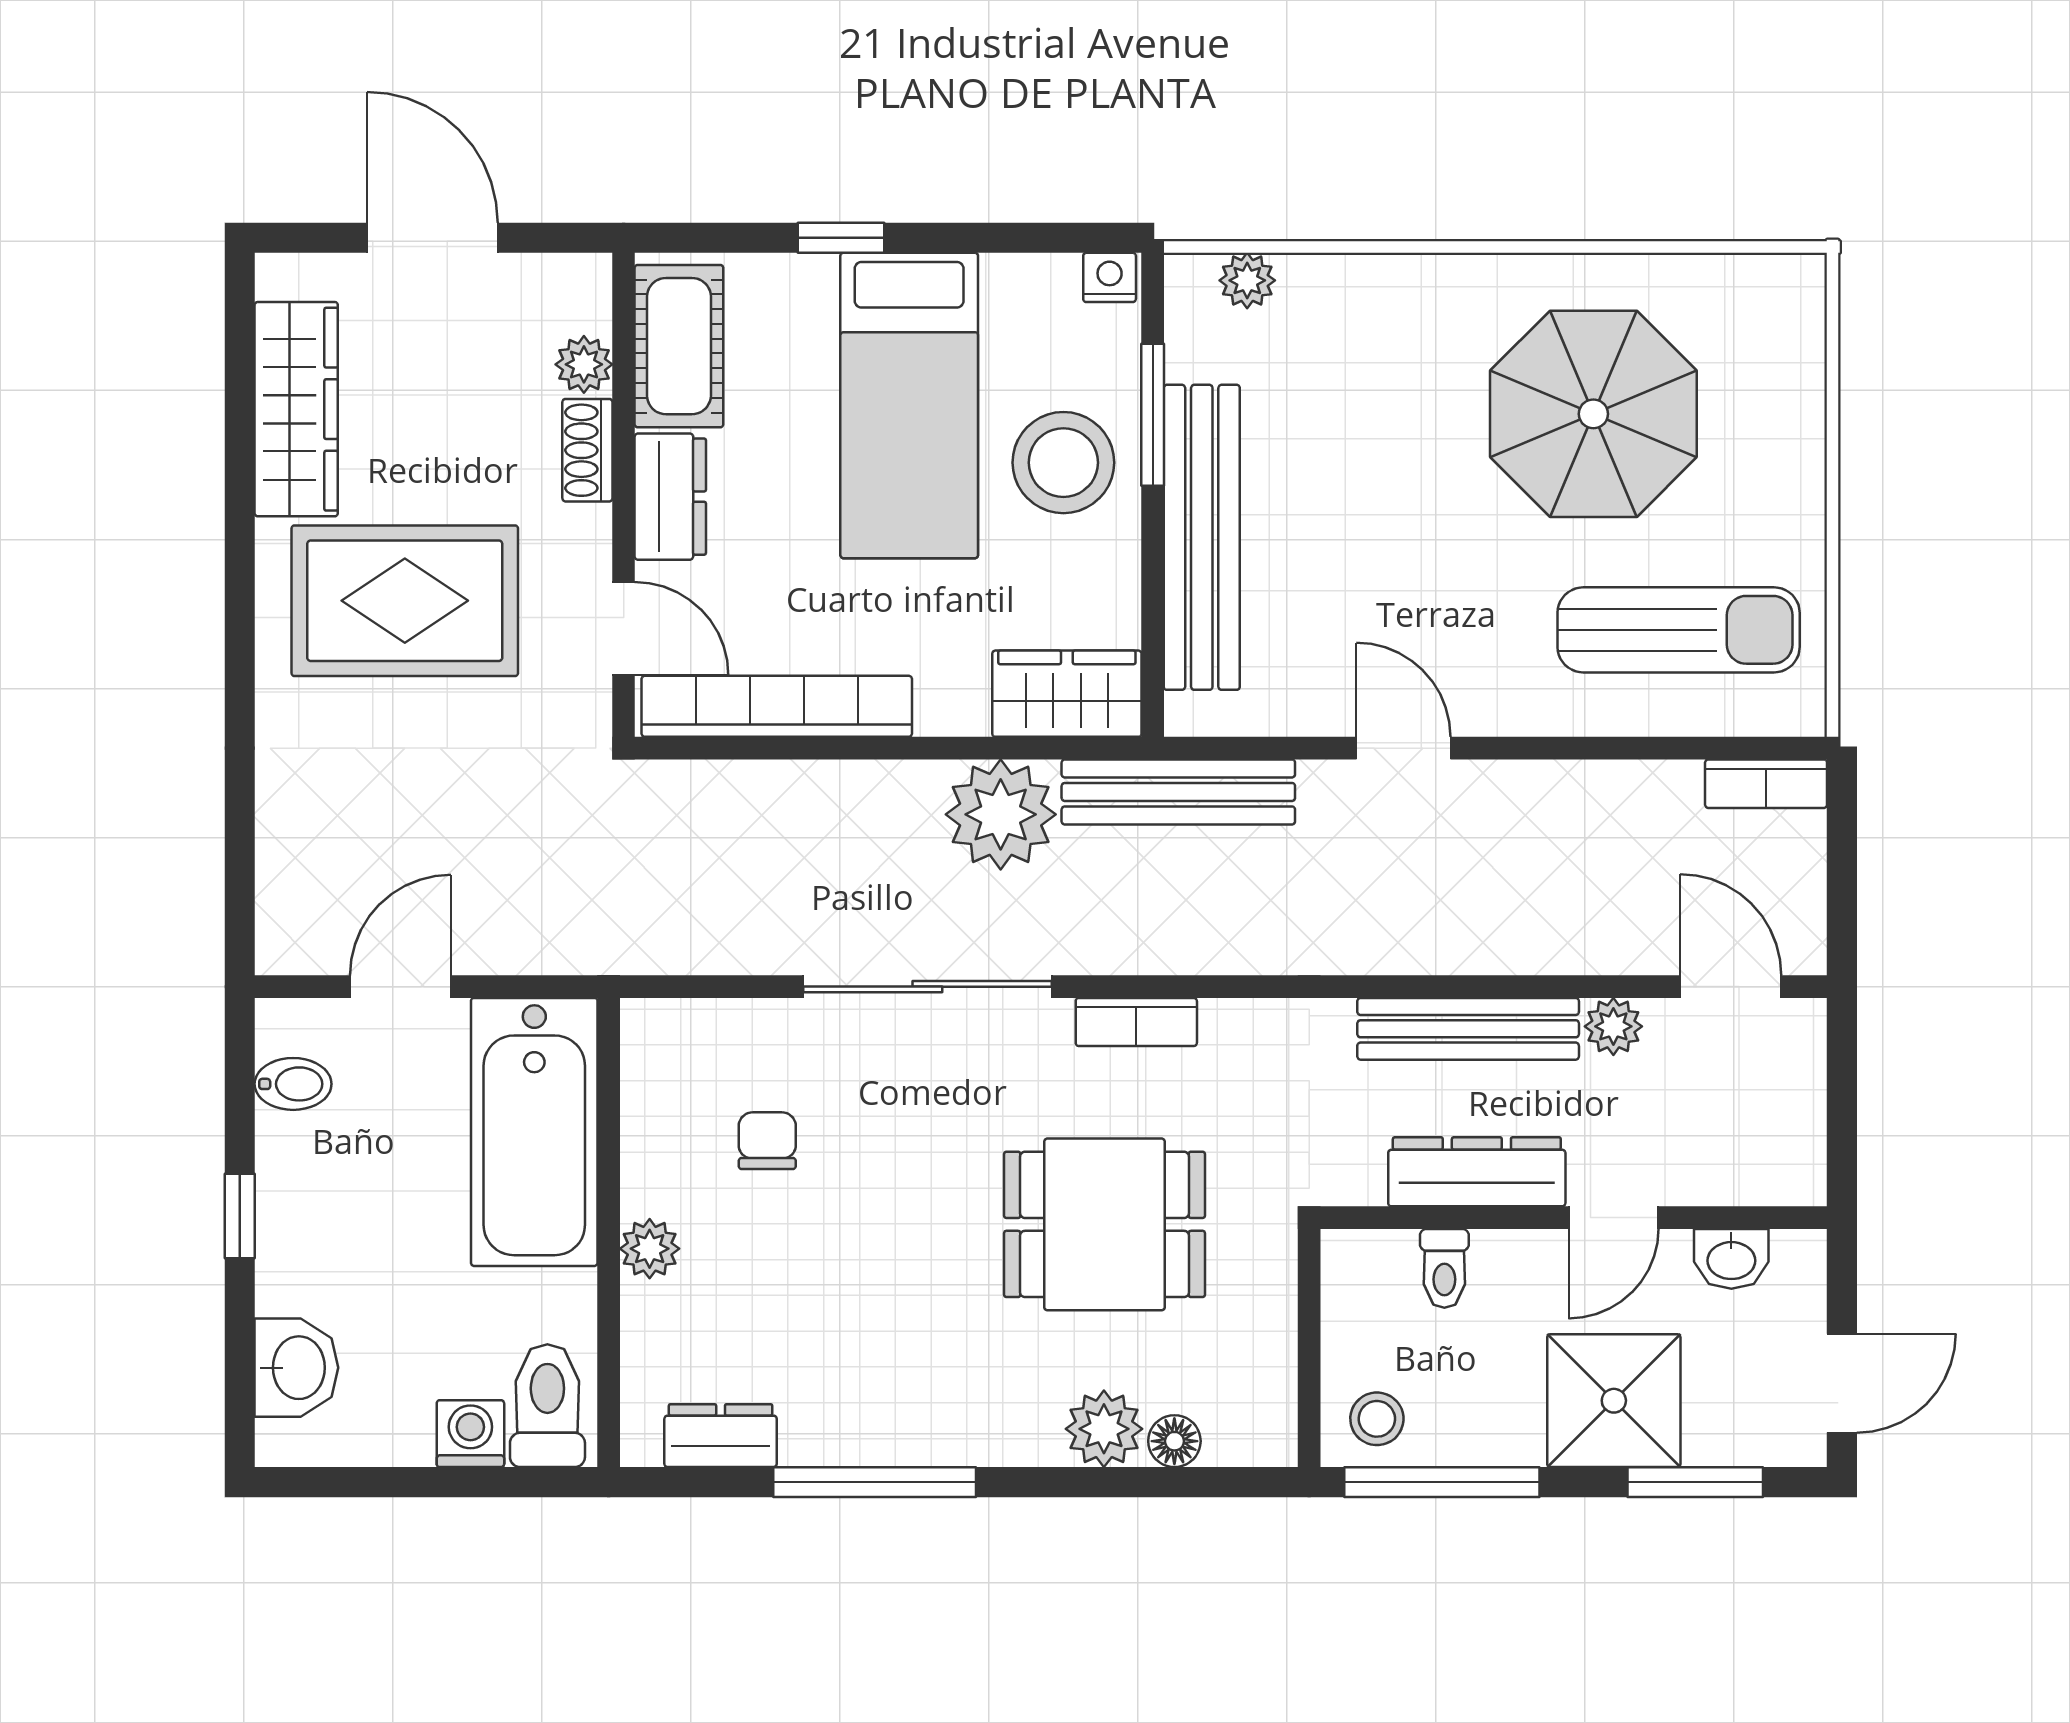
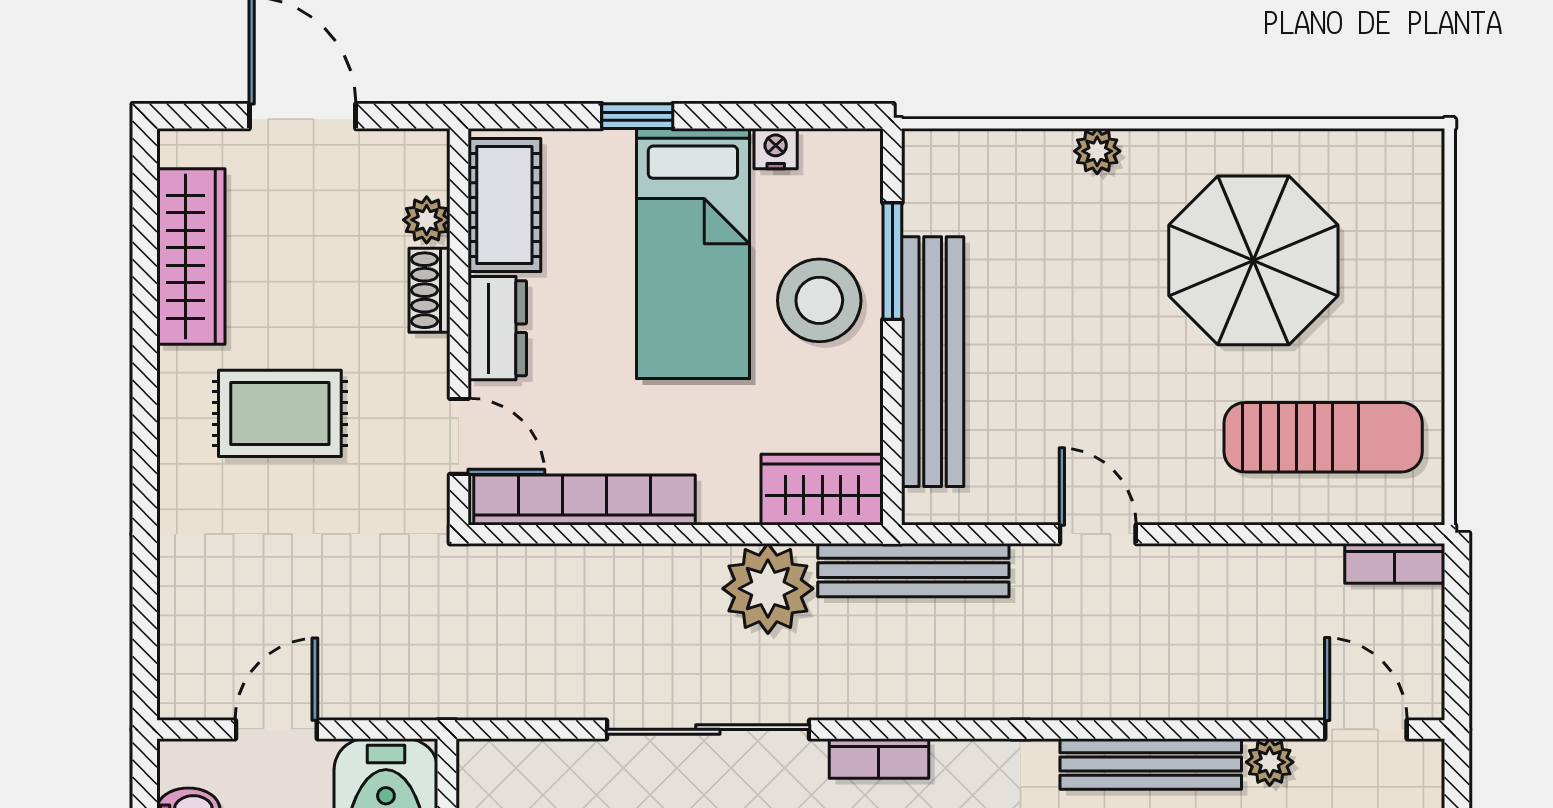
nightstand: (1110, 277) -> (776, 149), moved
plant: (1247, 280) -> (1097, 151), moved
rug: (405, 601) -> (280, 413), width x0.73, depth x0.70

